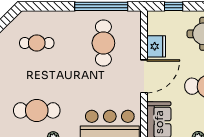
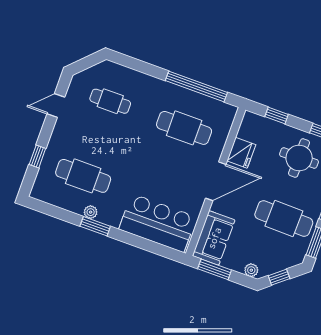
cafe table: (103, 43) -> (184, 128), turned 90

